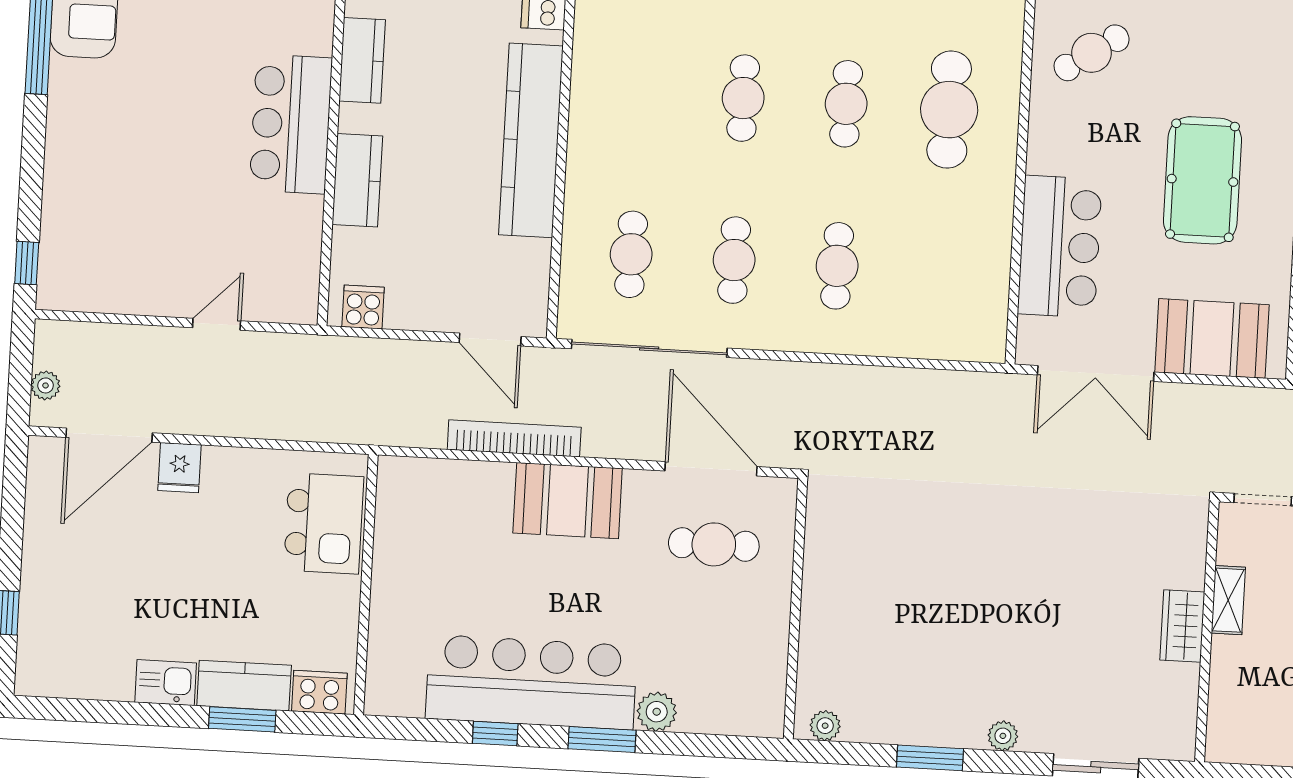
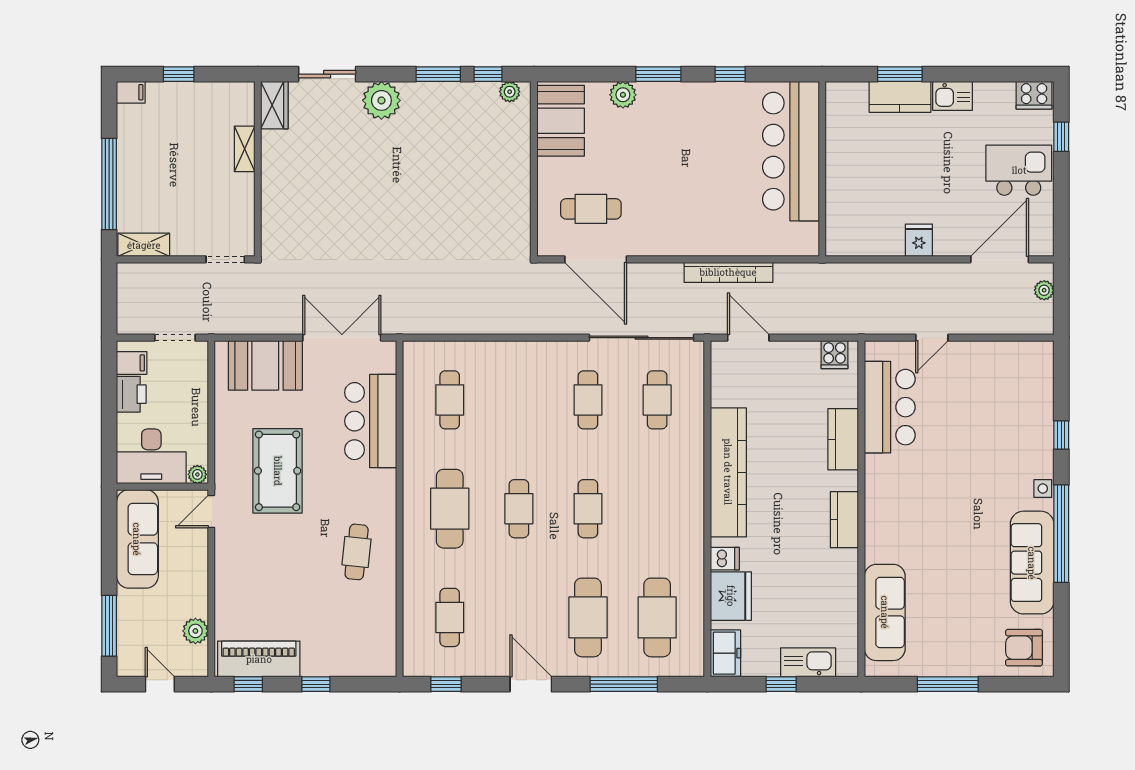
cafe table: (1092, 53) -> (357, 552), turned -50
side table: (64, 90) -> (1043, 489), added
bar counter: (291, 124) -> (890, 407), moved
window: (27, 263) -> (1061, 435), moved
cafe table: (837, 266) -> (450, 400), moved
fridge: (179, 468) -> (919, 240), moved
booth: (568, 501) -> (561, 121), moved, turned 90
kitchen island: (324, 523) -> (1019, 170), moved, turned 90
shelving: (1228, 600) -> (245, 149), moved
wardrobe: (1182, 626) -> (274, 105), moved
bar counter: (531, 682) -> (791, 151), moved, turned 90
cooker: (319, 692) -> (1034, 95), moved
plant: (1003, 736) -> (381, 100), width x1.88, depth x1.88
window: (856, 754) -> (488, 74), added

